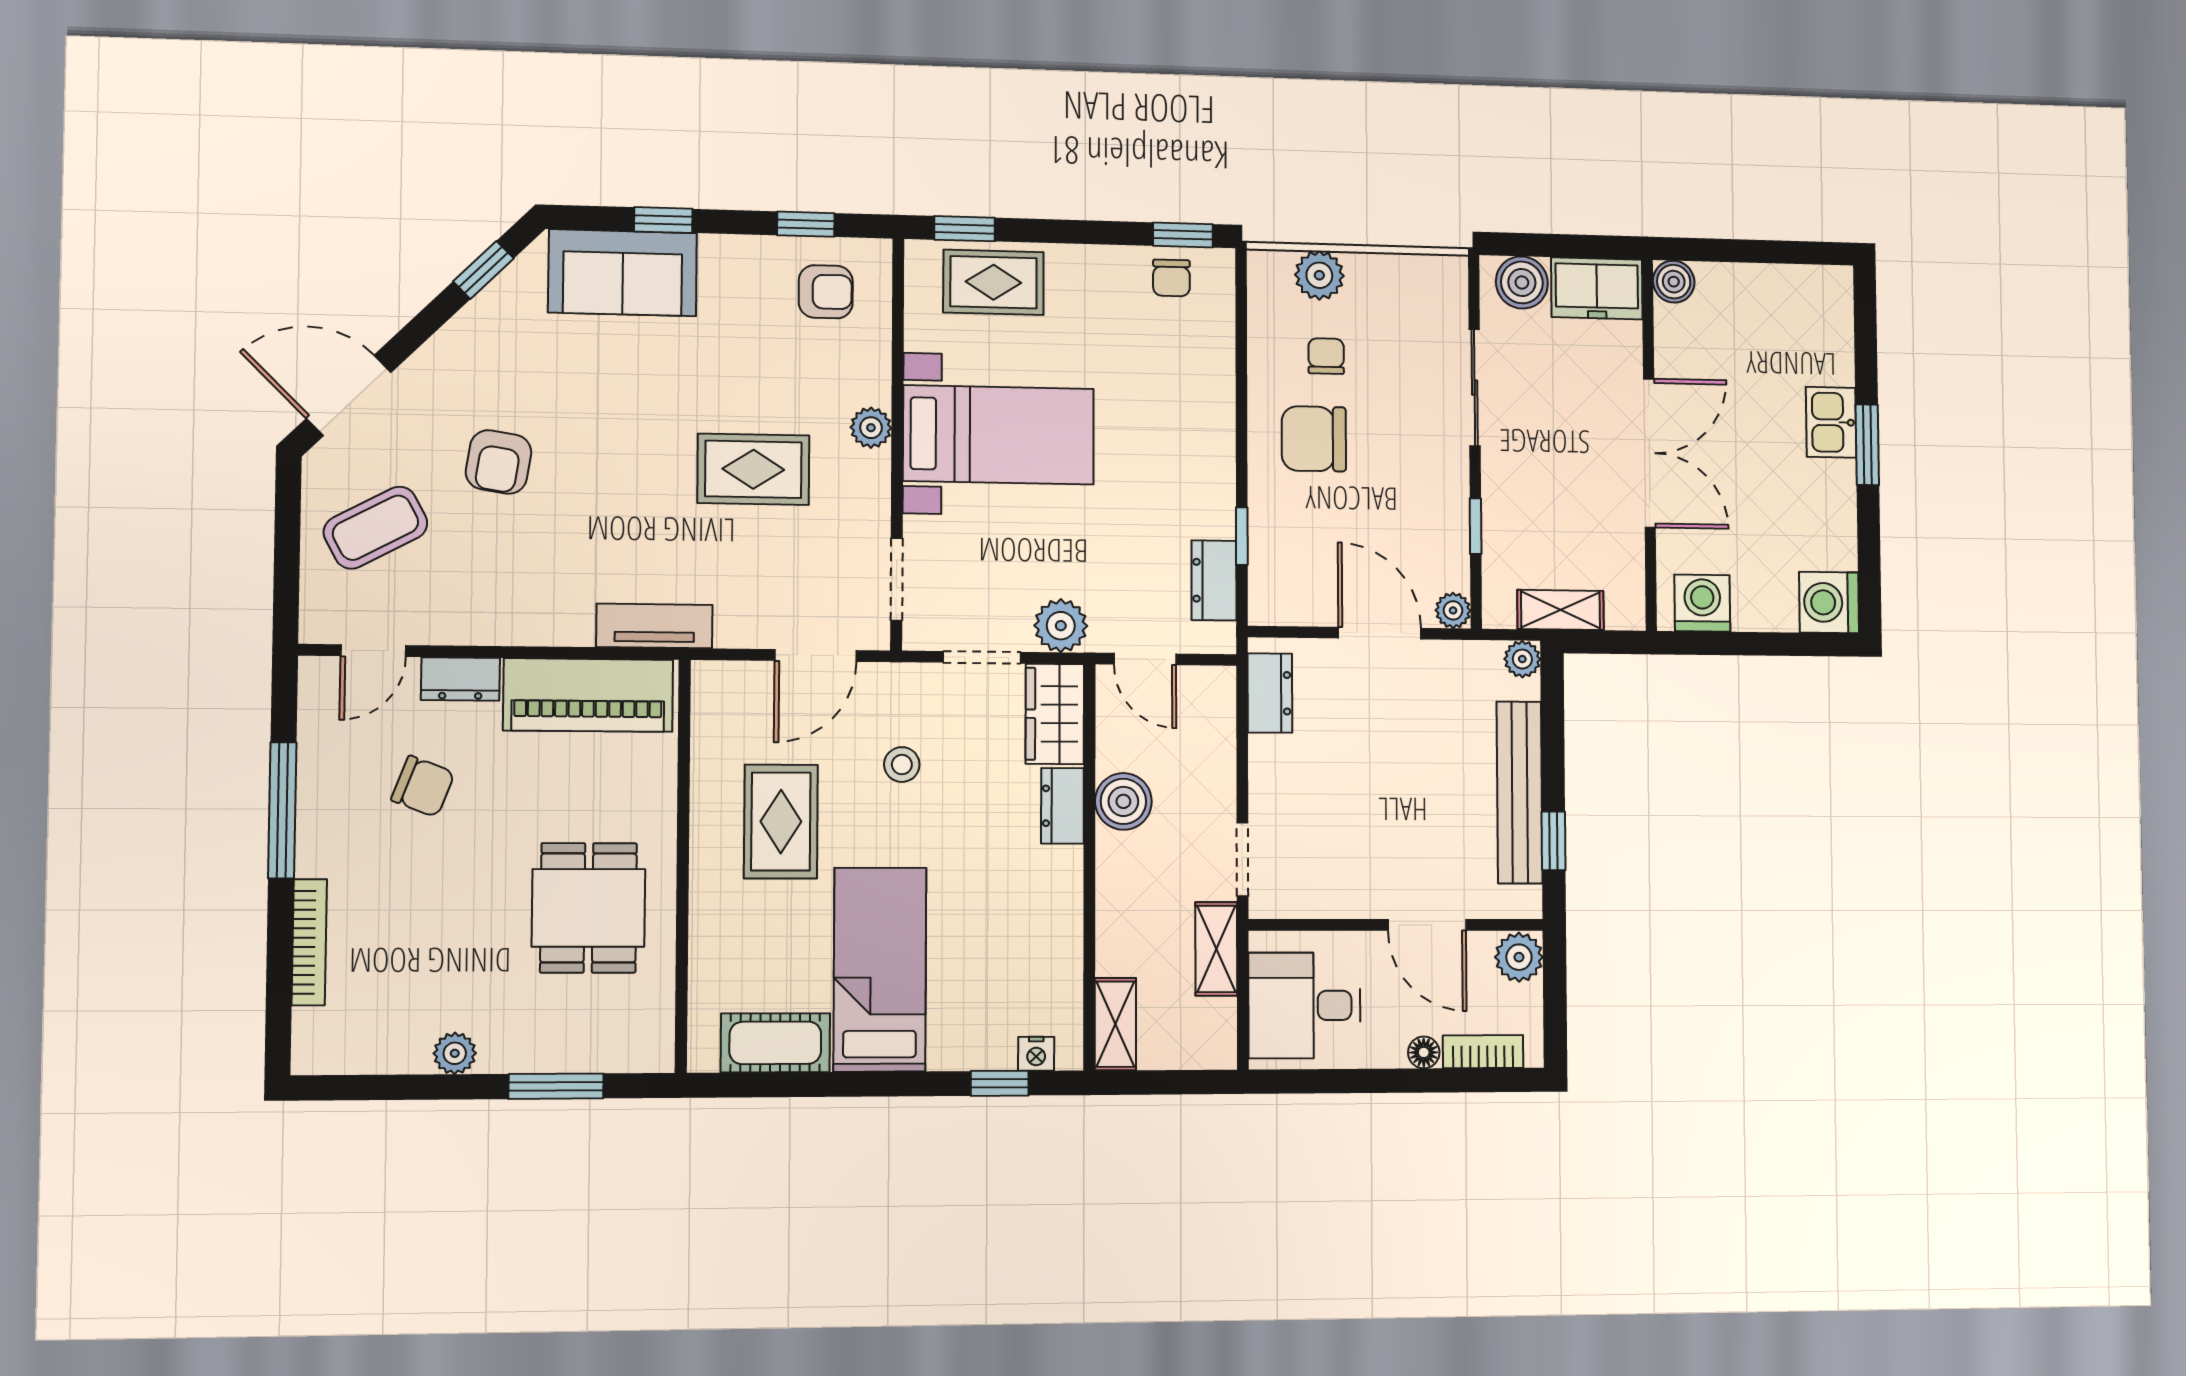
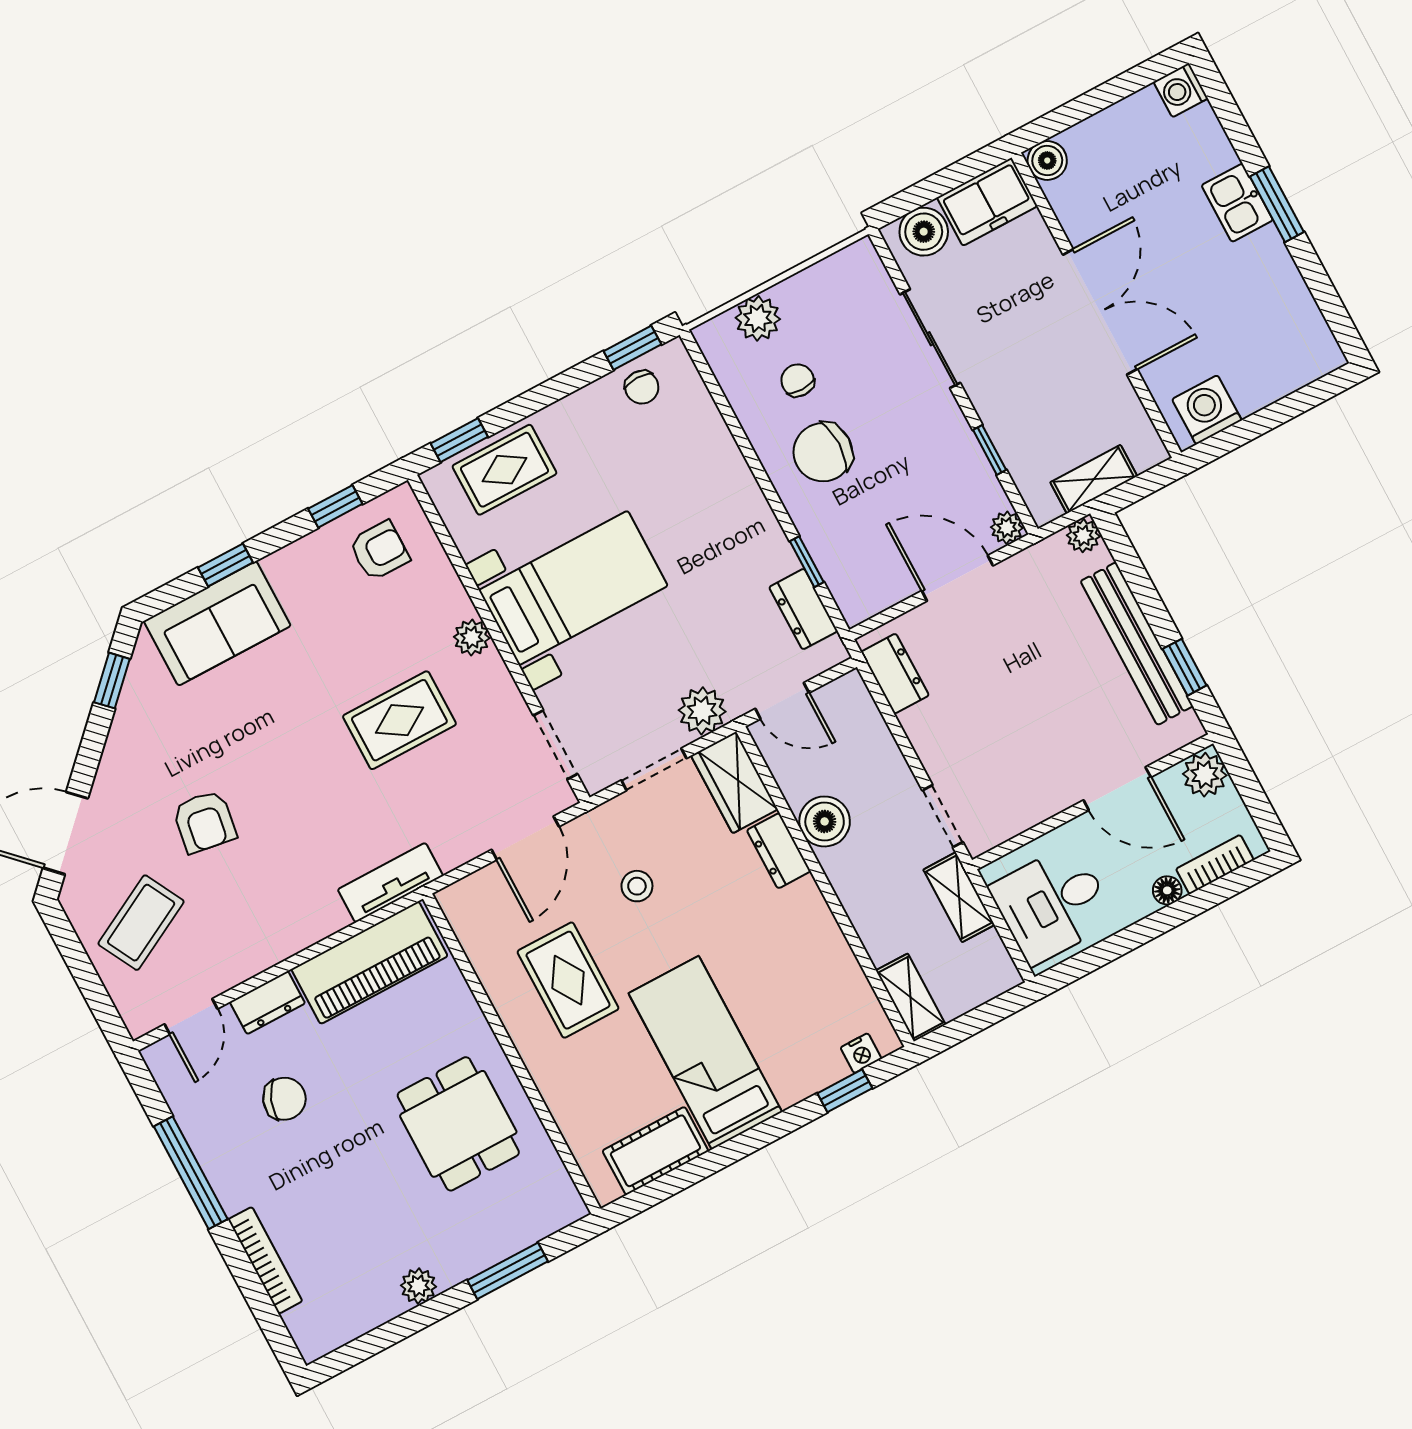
washing machine: (1829, 602) -> (1181, 90), moved, width x0.73, depth x0.73

